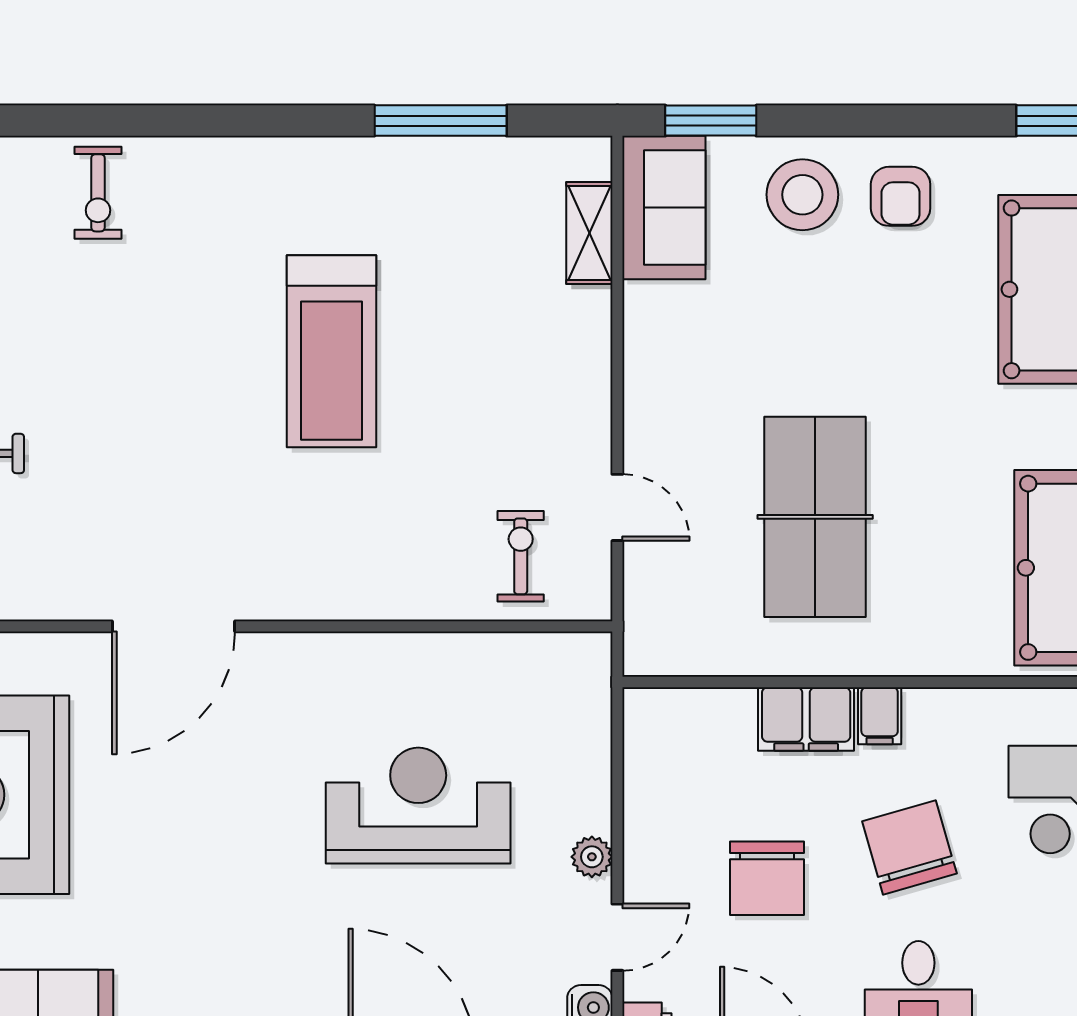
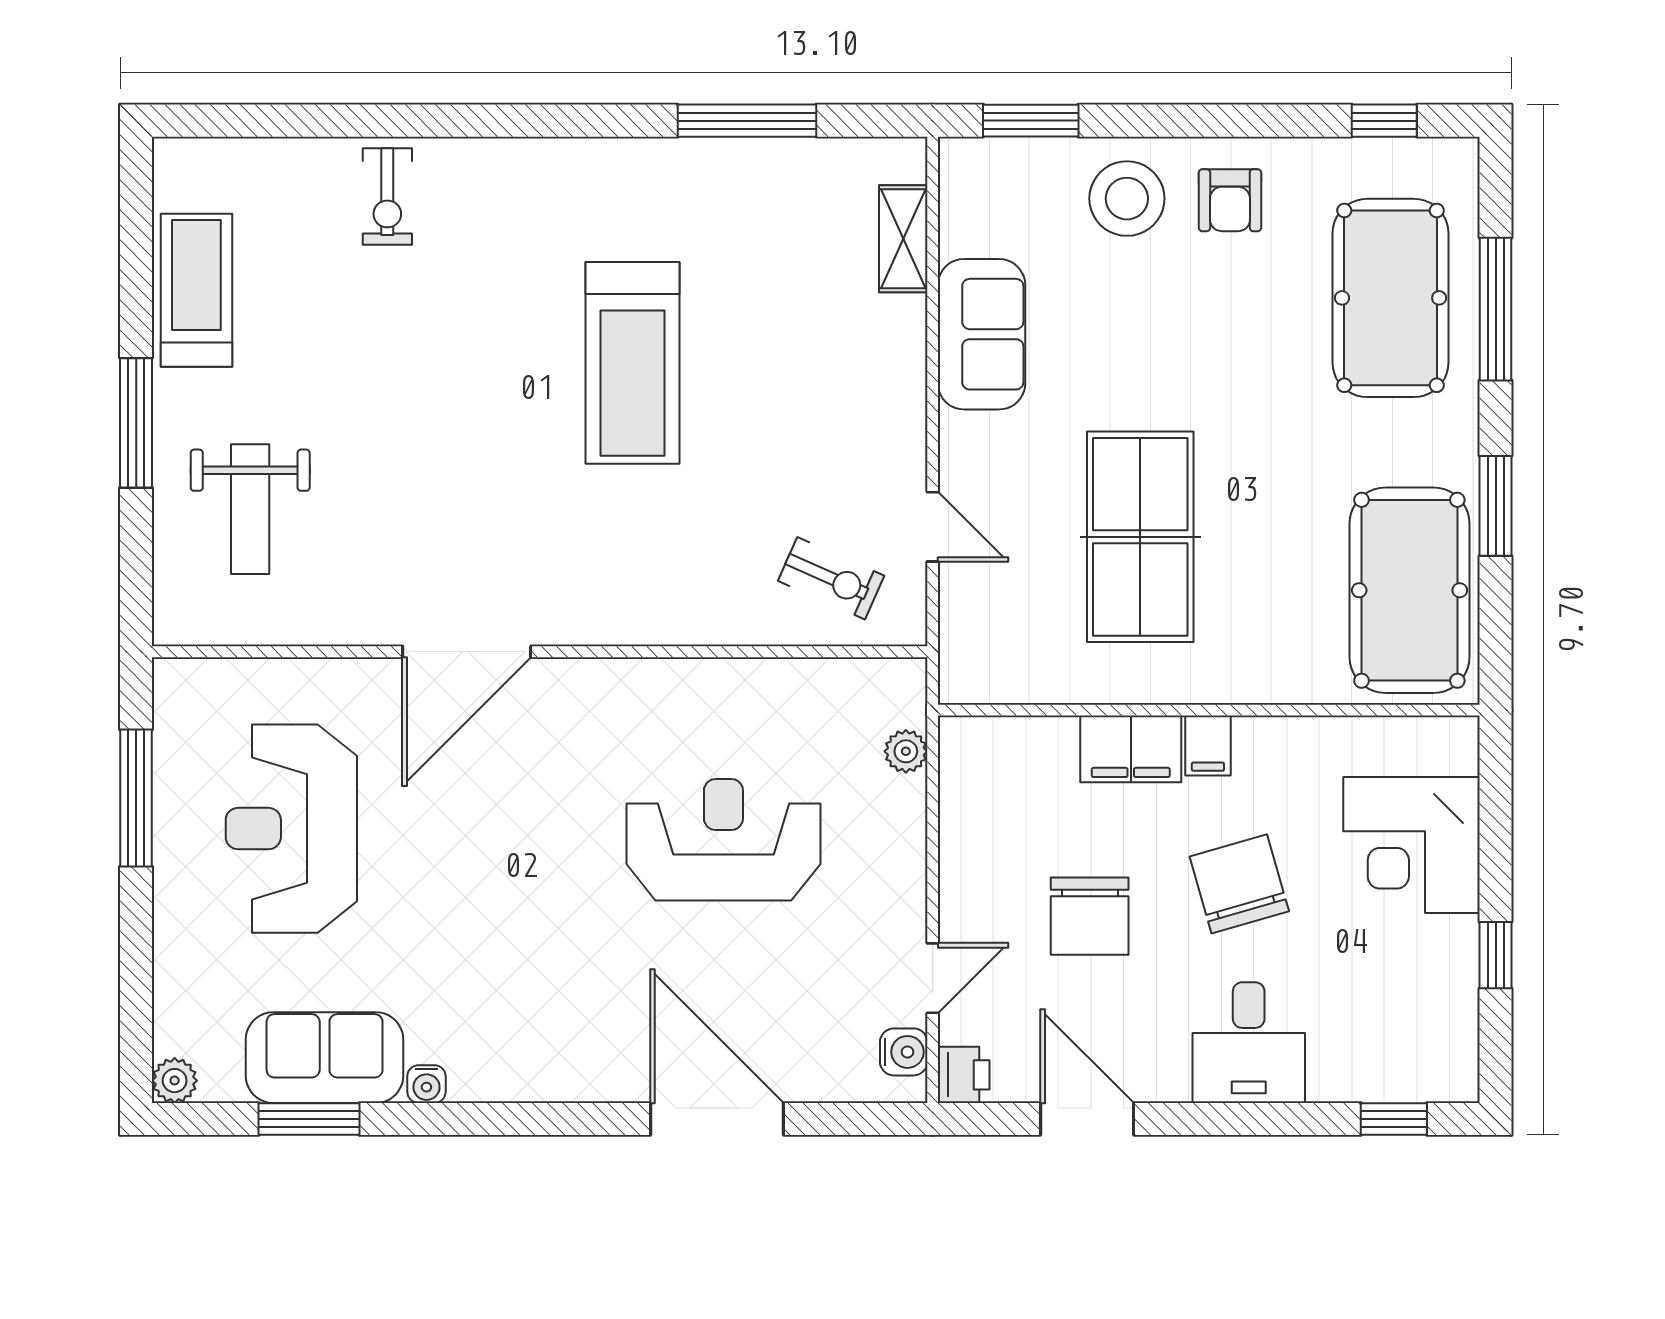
sofa: (664, 207) -> (982, 334), moved
exercise bike: (521, 556) -> (831, 578), turned 114
plant: (592, 857) -> (906, 751), moved

